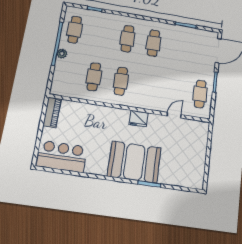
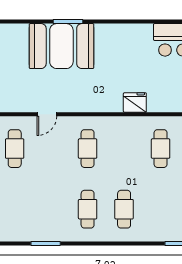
cafe table: (121, 81) -> (88, 149), moved
fridge: (138, 119) -> (135, 102), moved
booth: (134, 162) -> (61, 46), moved

